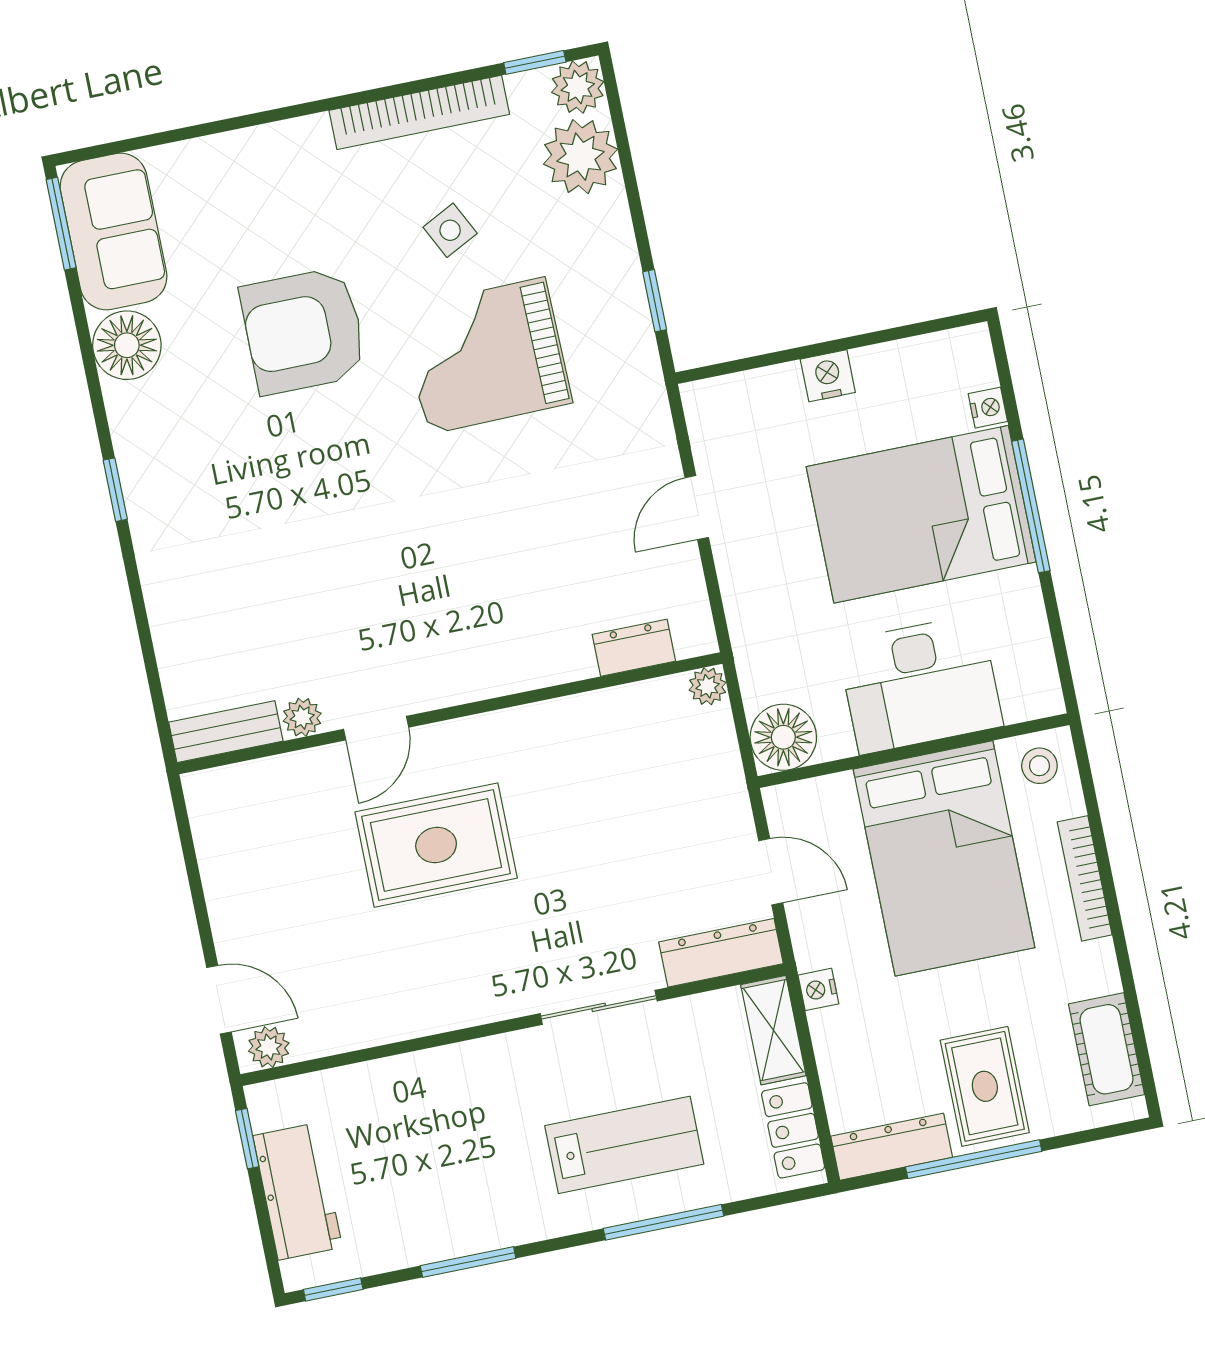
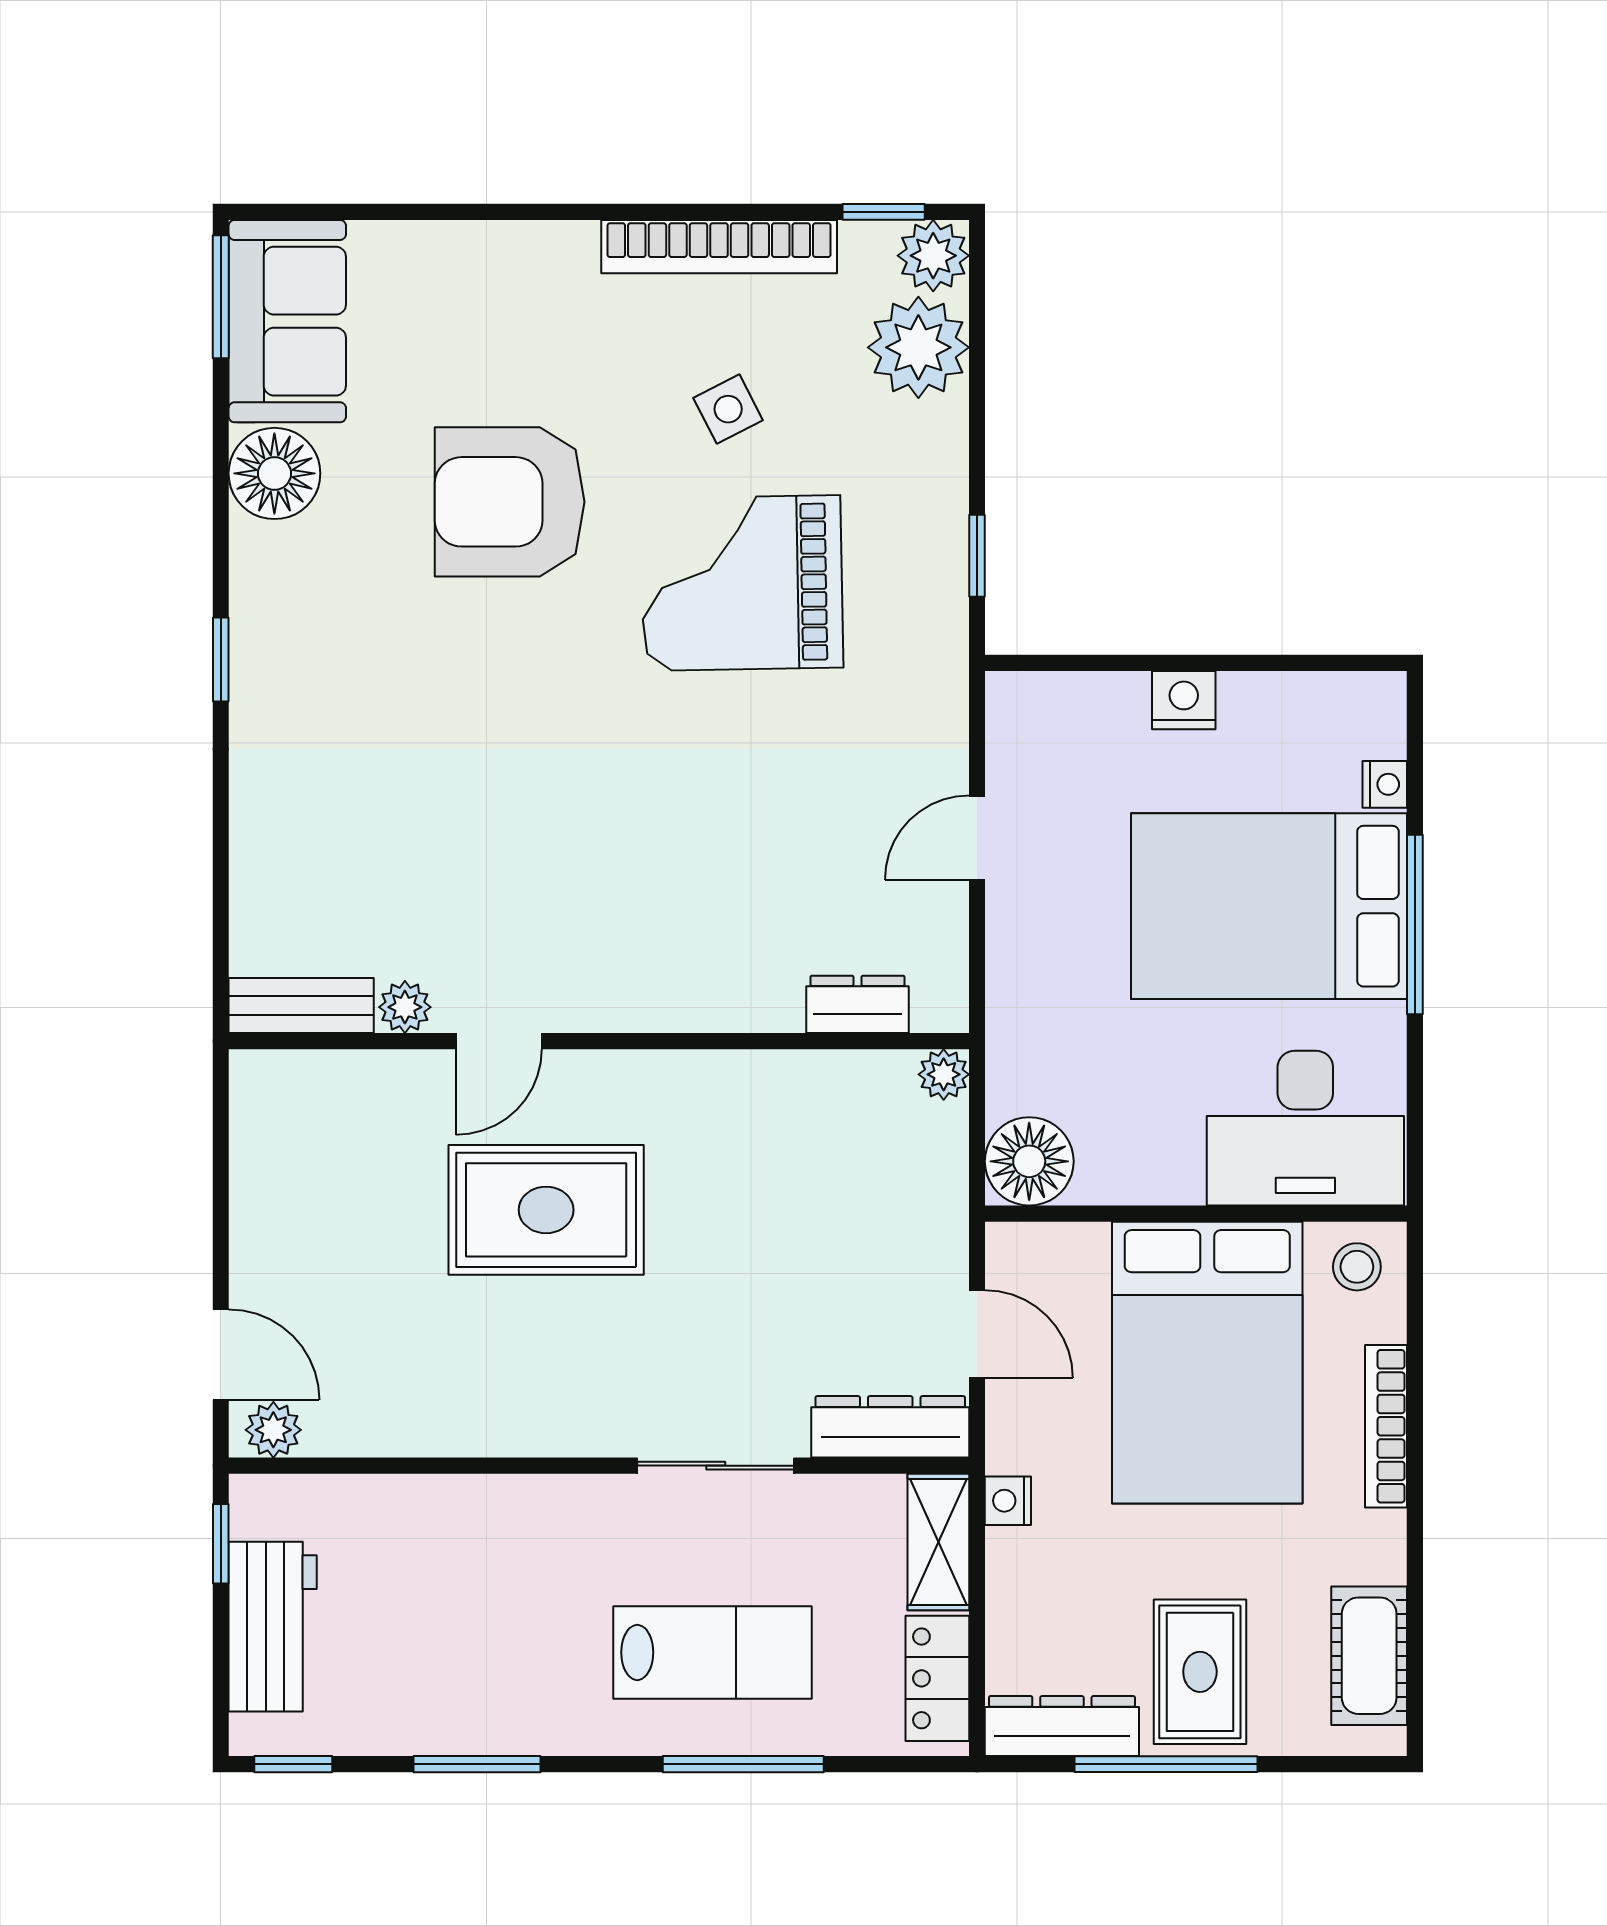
desk: (920, 684) -> (1305, 1128), moved

